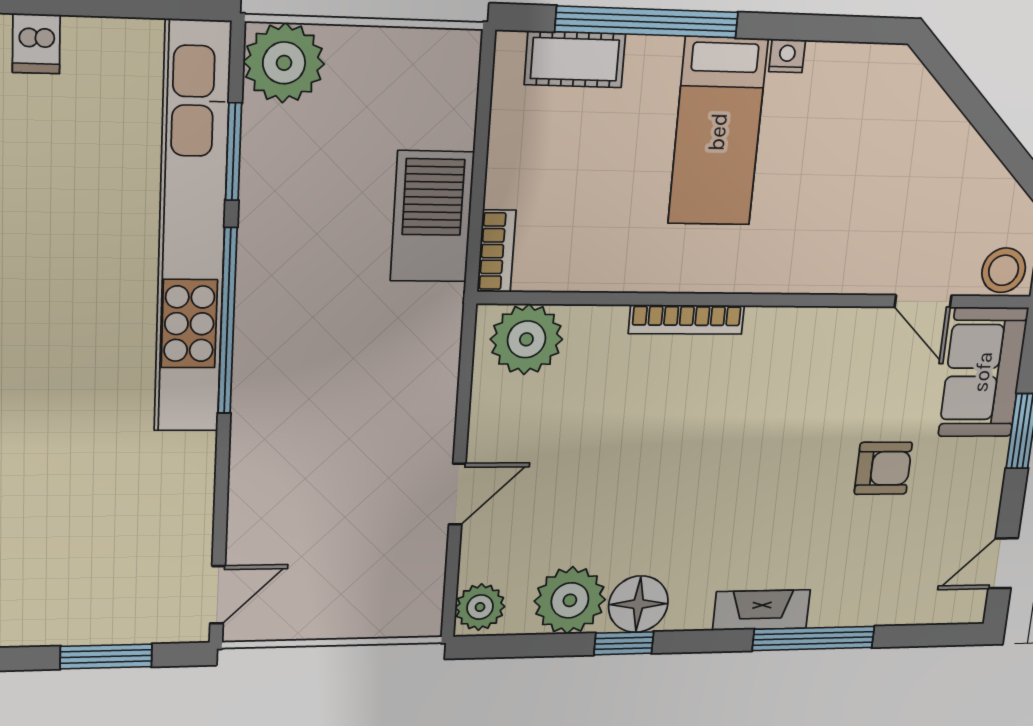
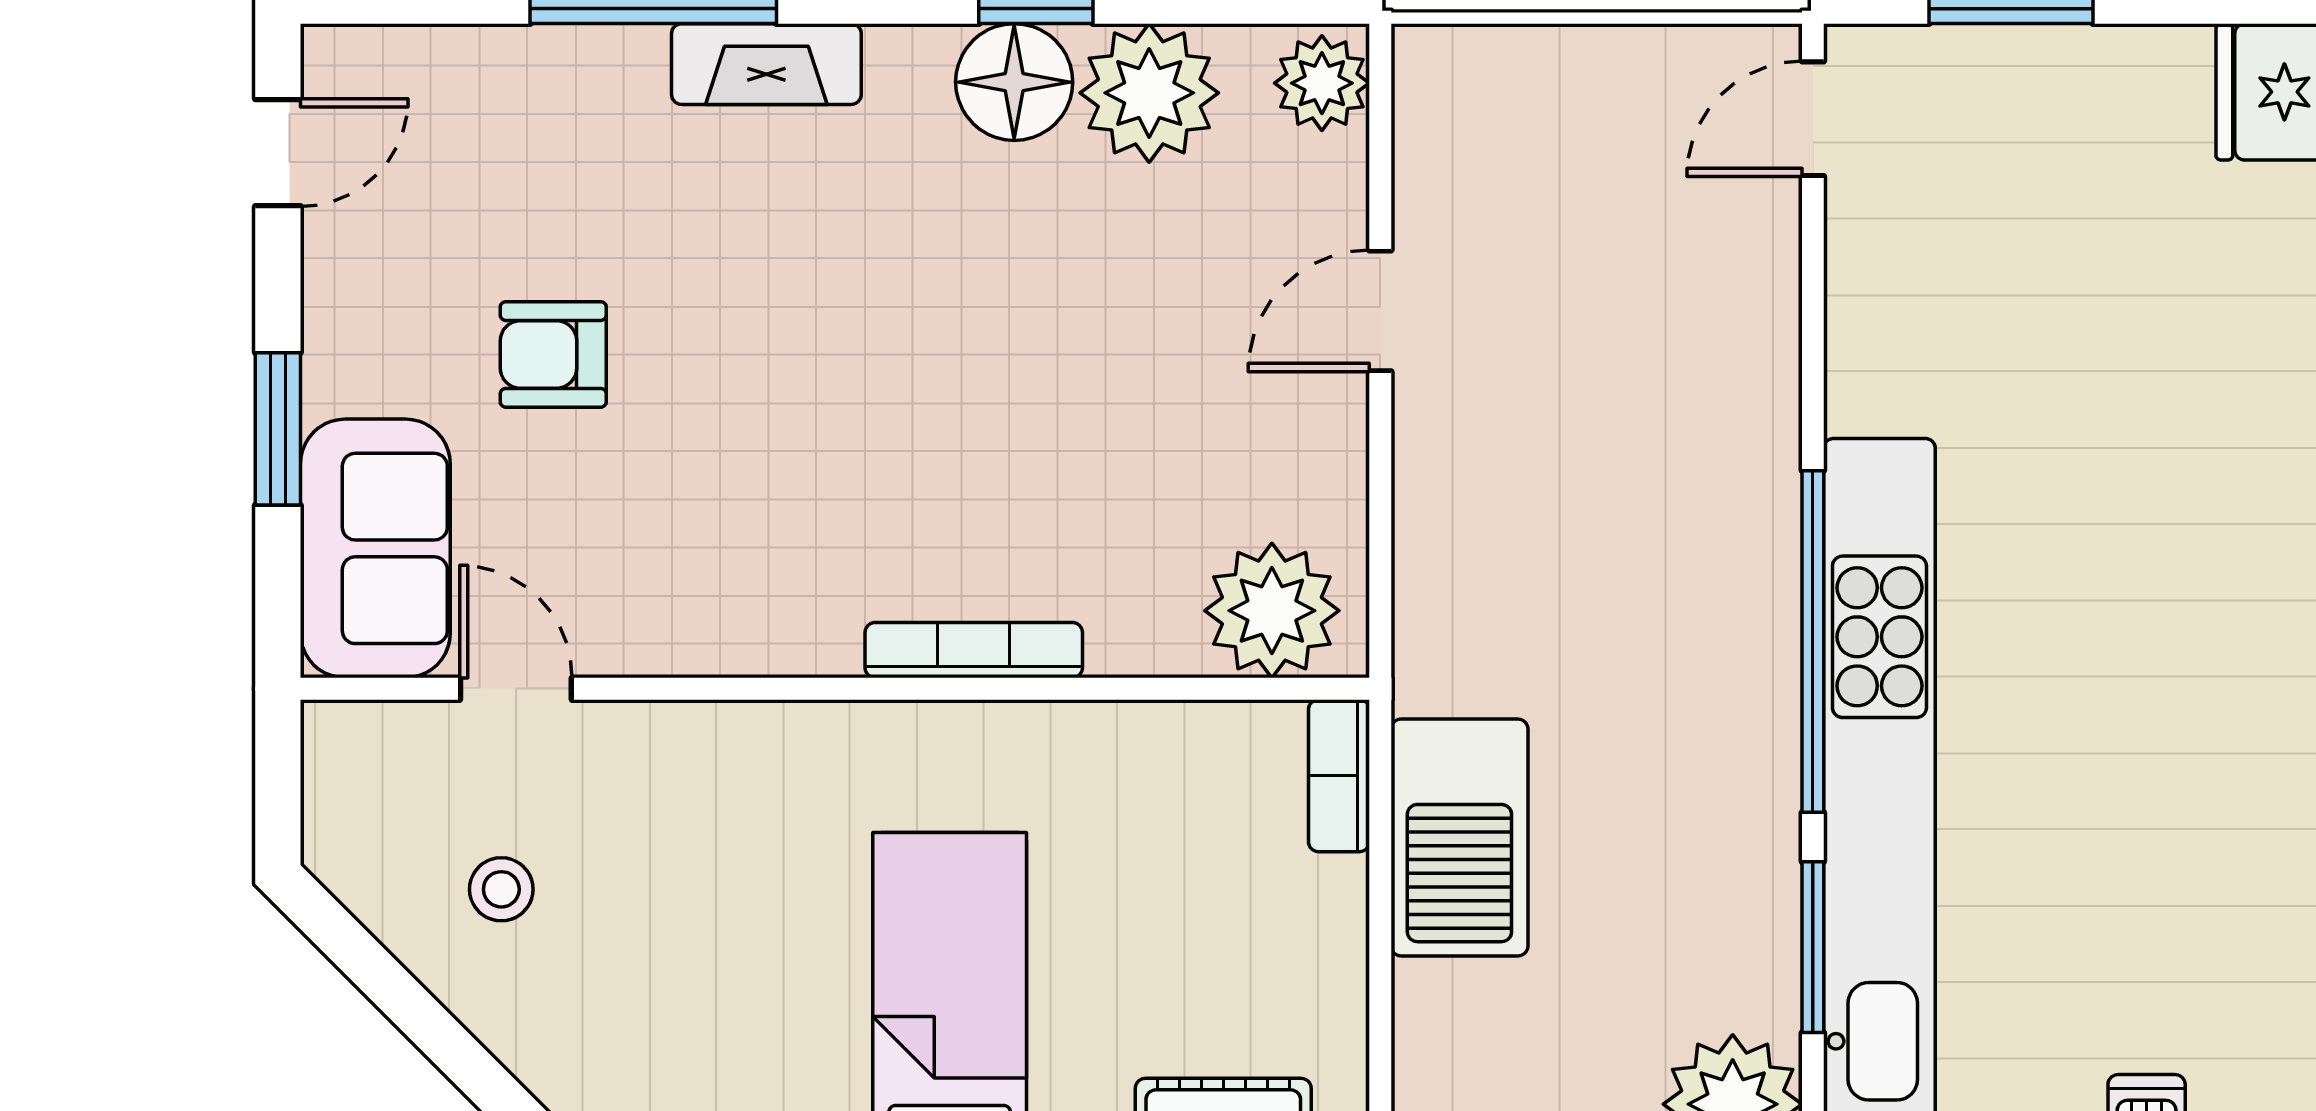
stool: (1004, 270) -> (501, 889), moved, width x0.73, depth x0.73

